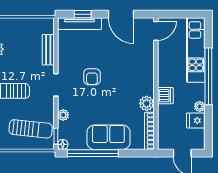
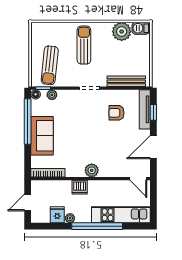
bench: (48, 50) -> (126, 81), width x1.36
armchair: (92, 77) -> (116, 113), moved
plant: (147, 103) -> (92, 170), moved
plant: (63, 115) -> (52, 95), moved

